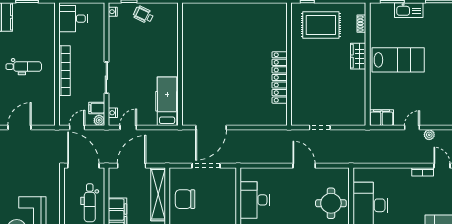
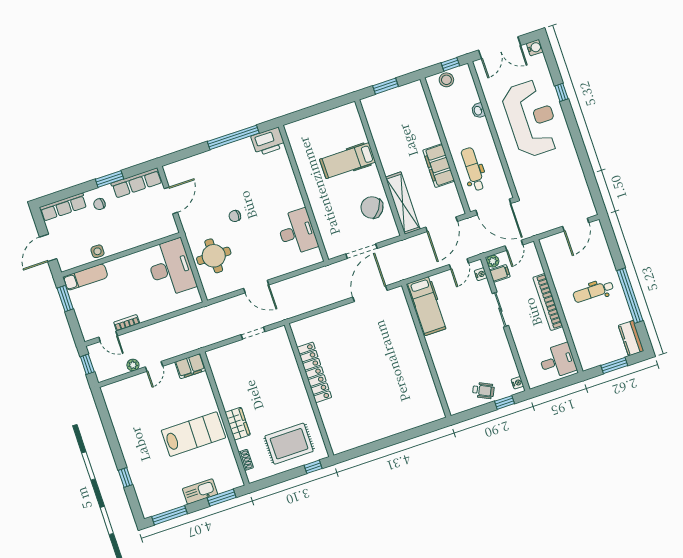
lab bench: (398, 60) -> (193, 434), turned 180
chair: (185, 199) -> (372, 208), turned -144

